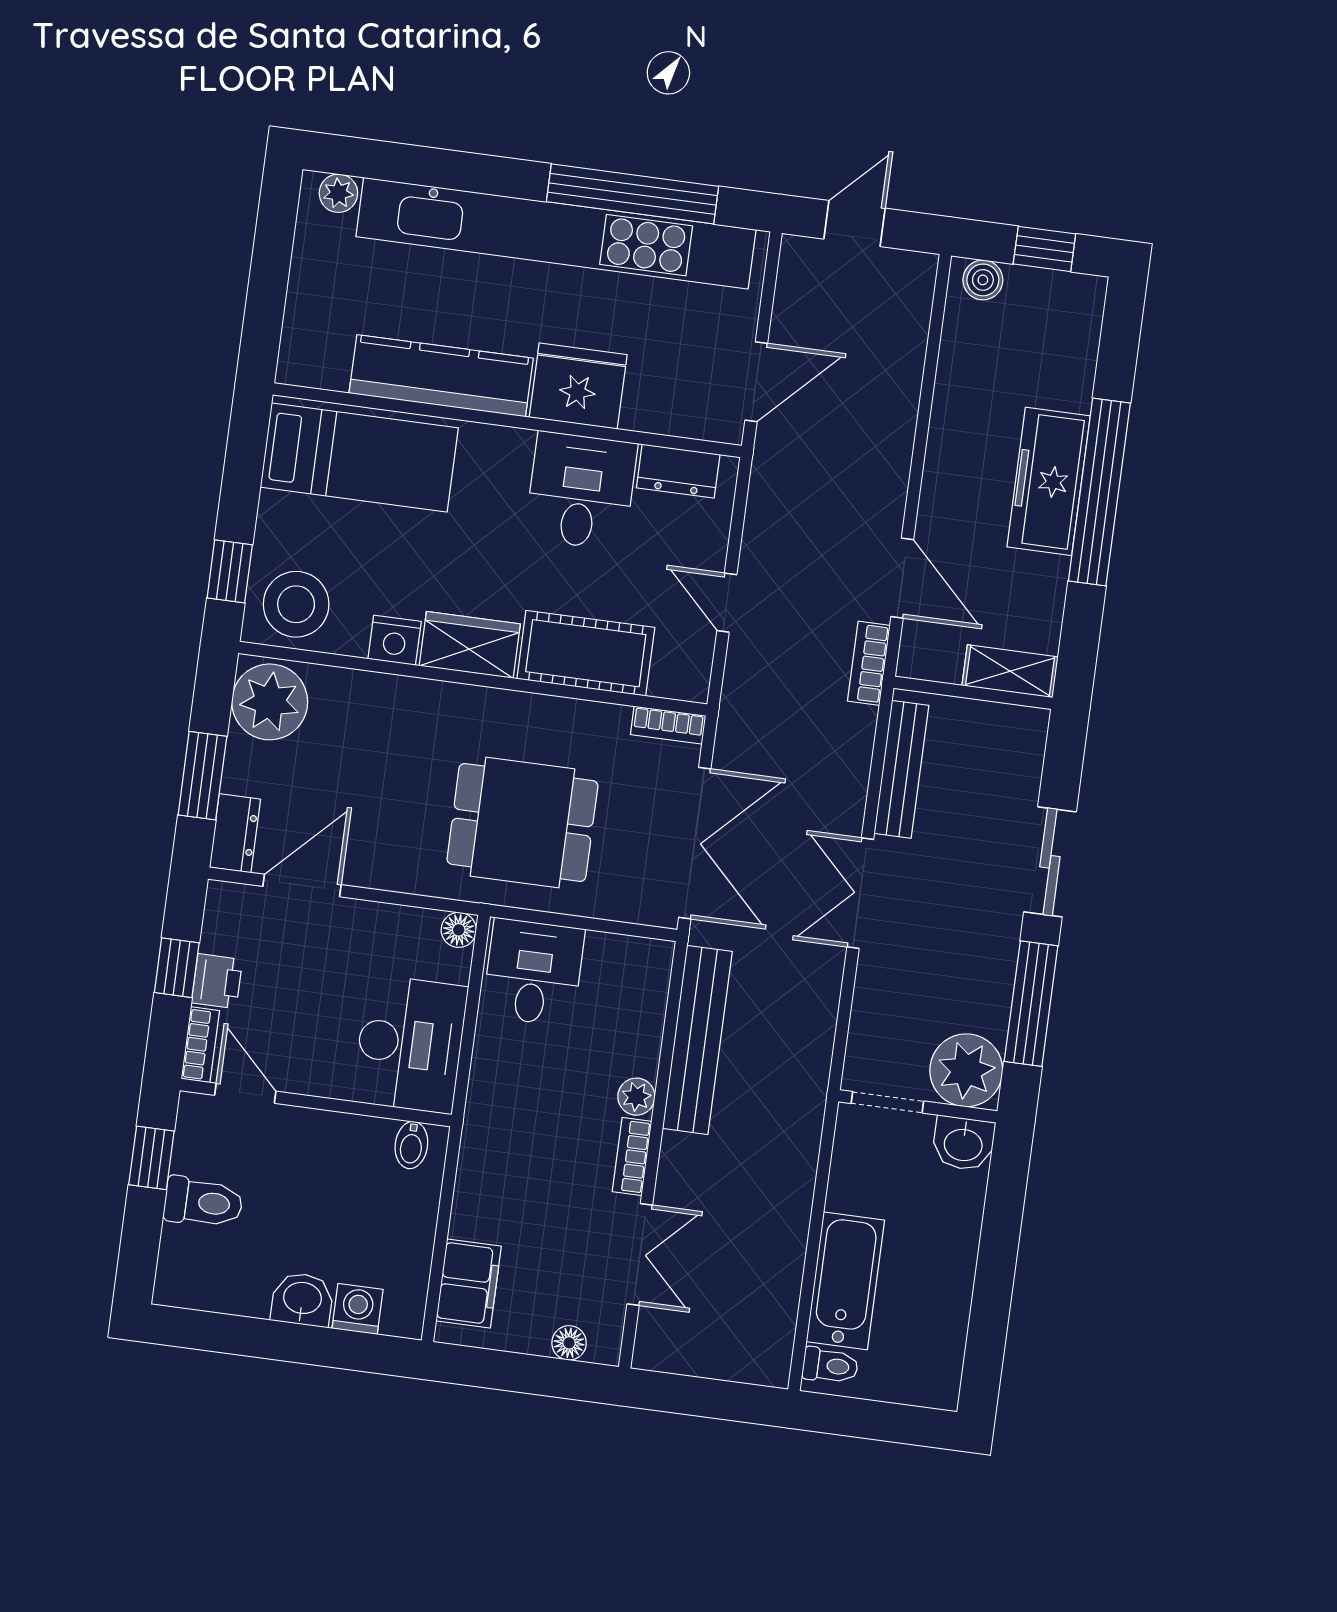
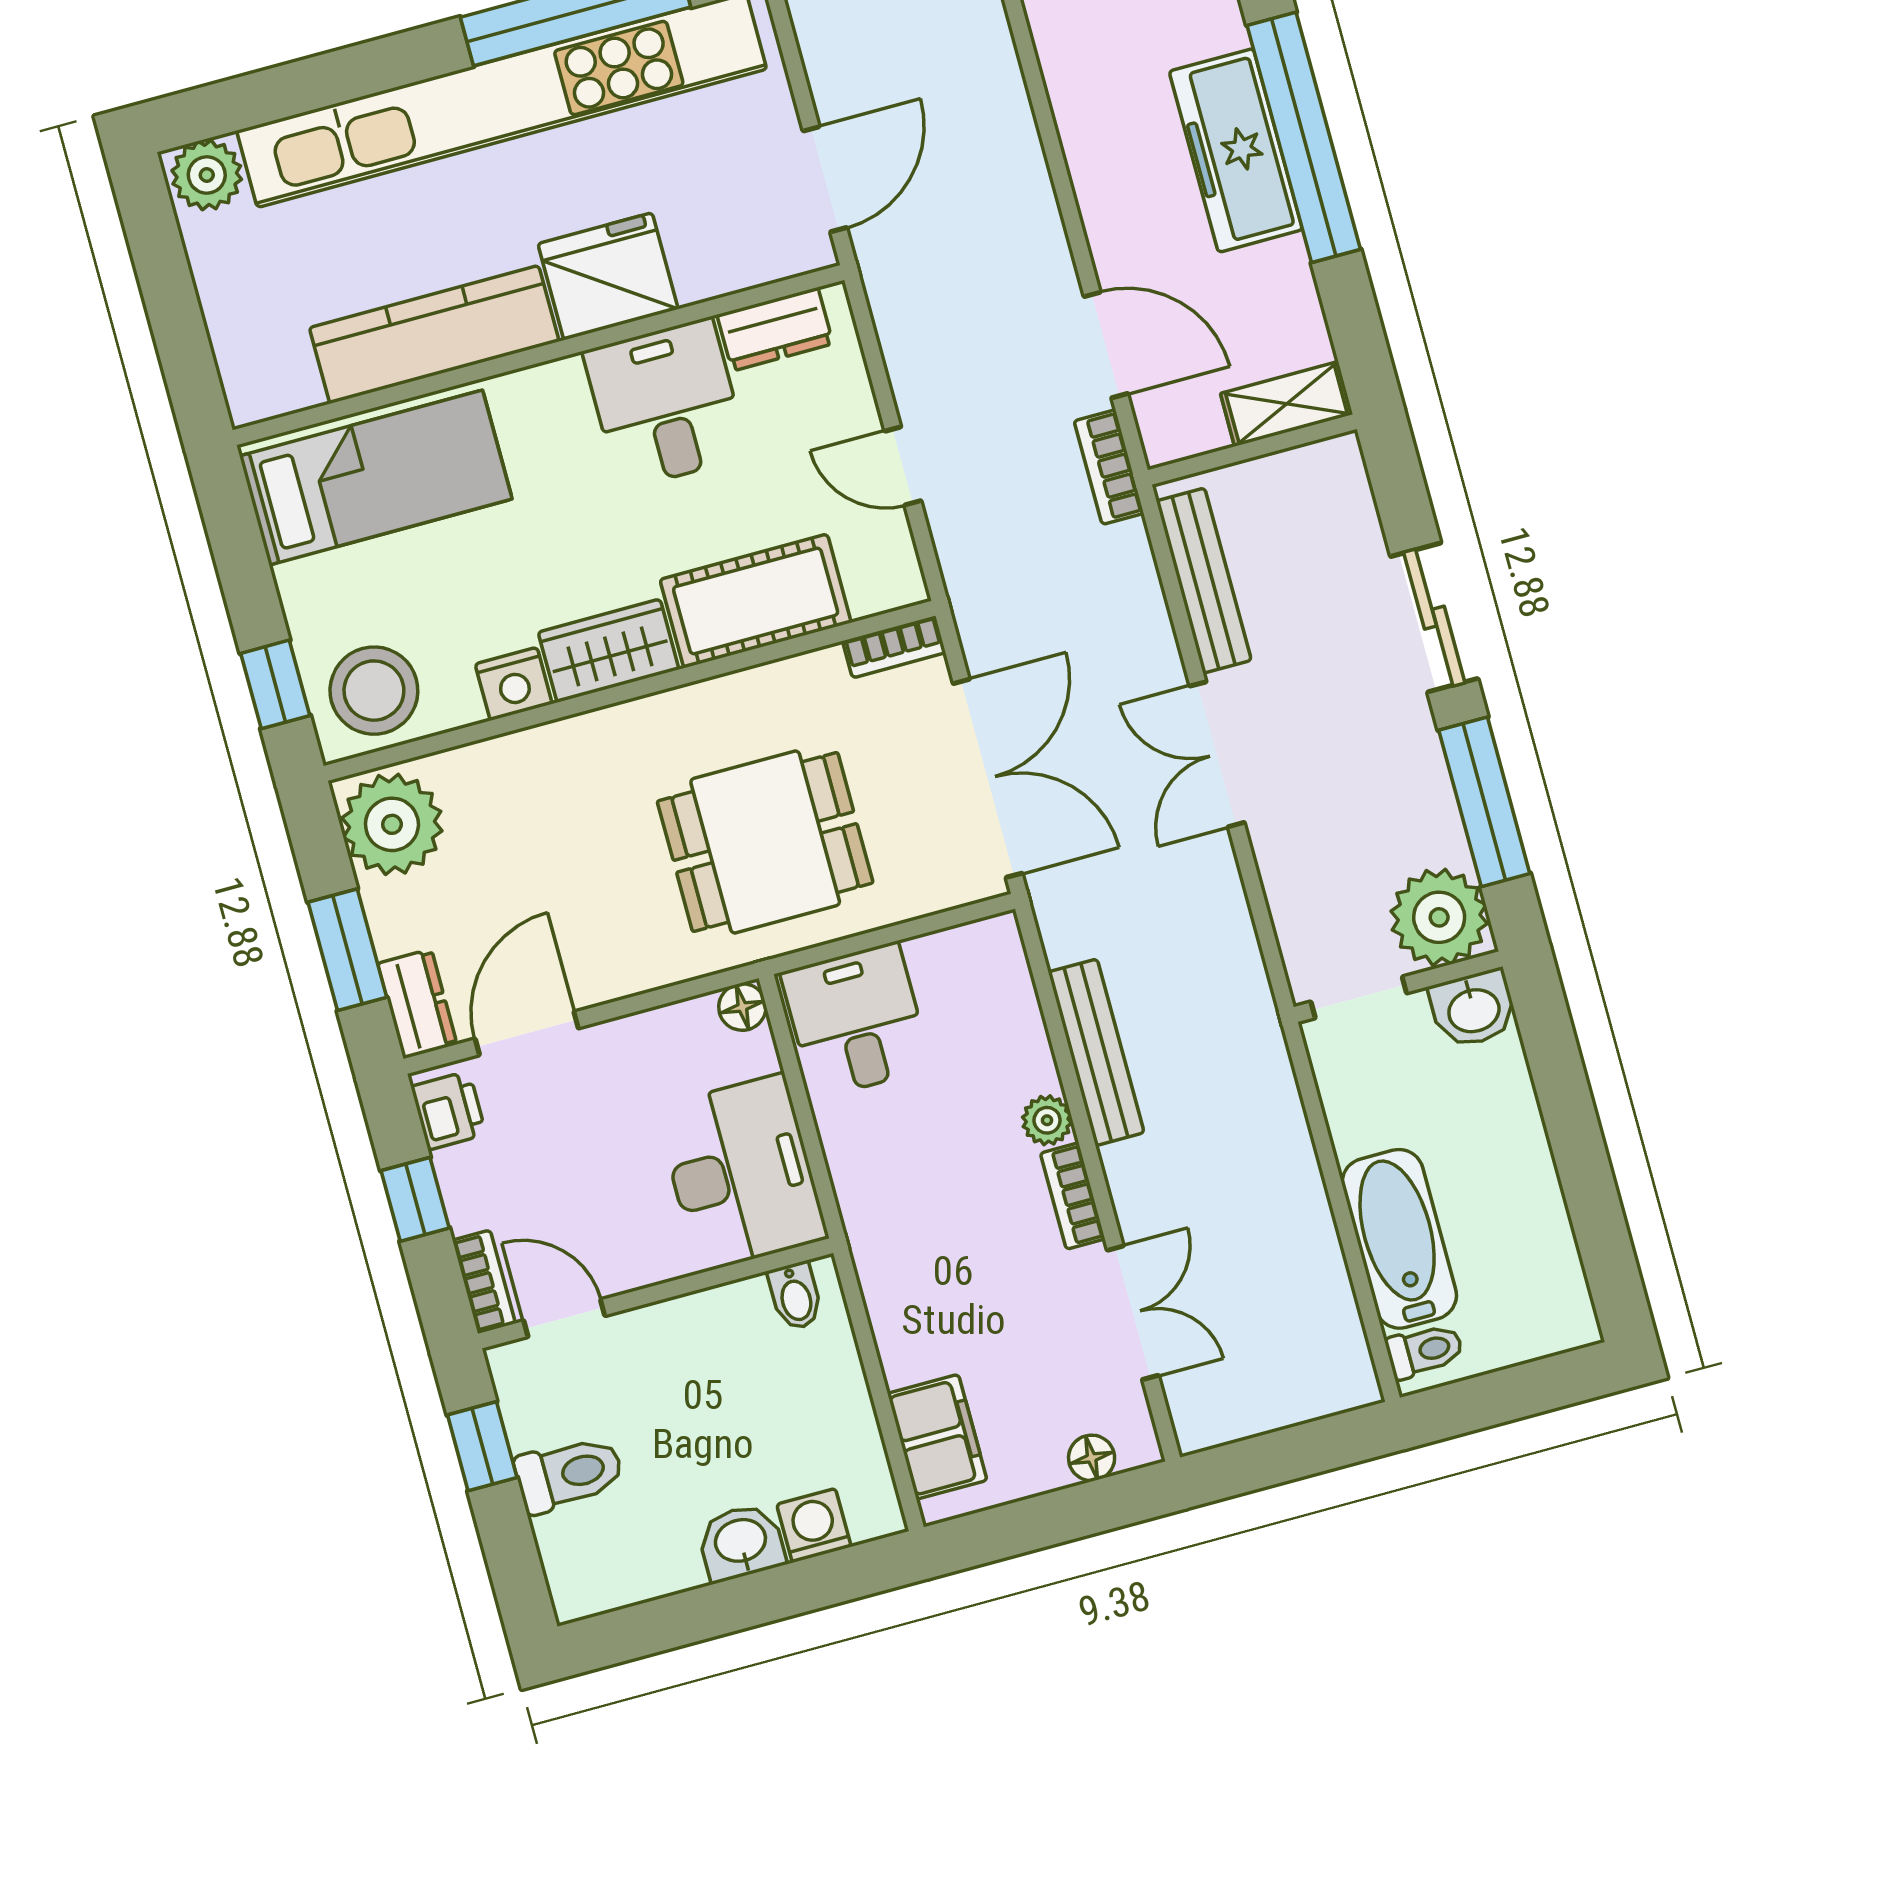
plant: (338, 193) -> (207, 175), width x1.38, depth x1.38
printer: (217, 981) -> (449, 1110), moved
bench: (697, 1040) -> (1096, 1052), width x0.73, depth x0.82

